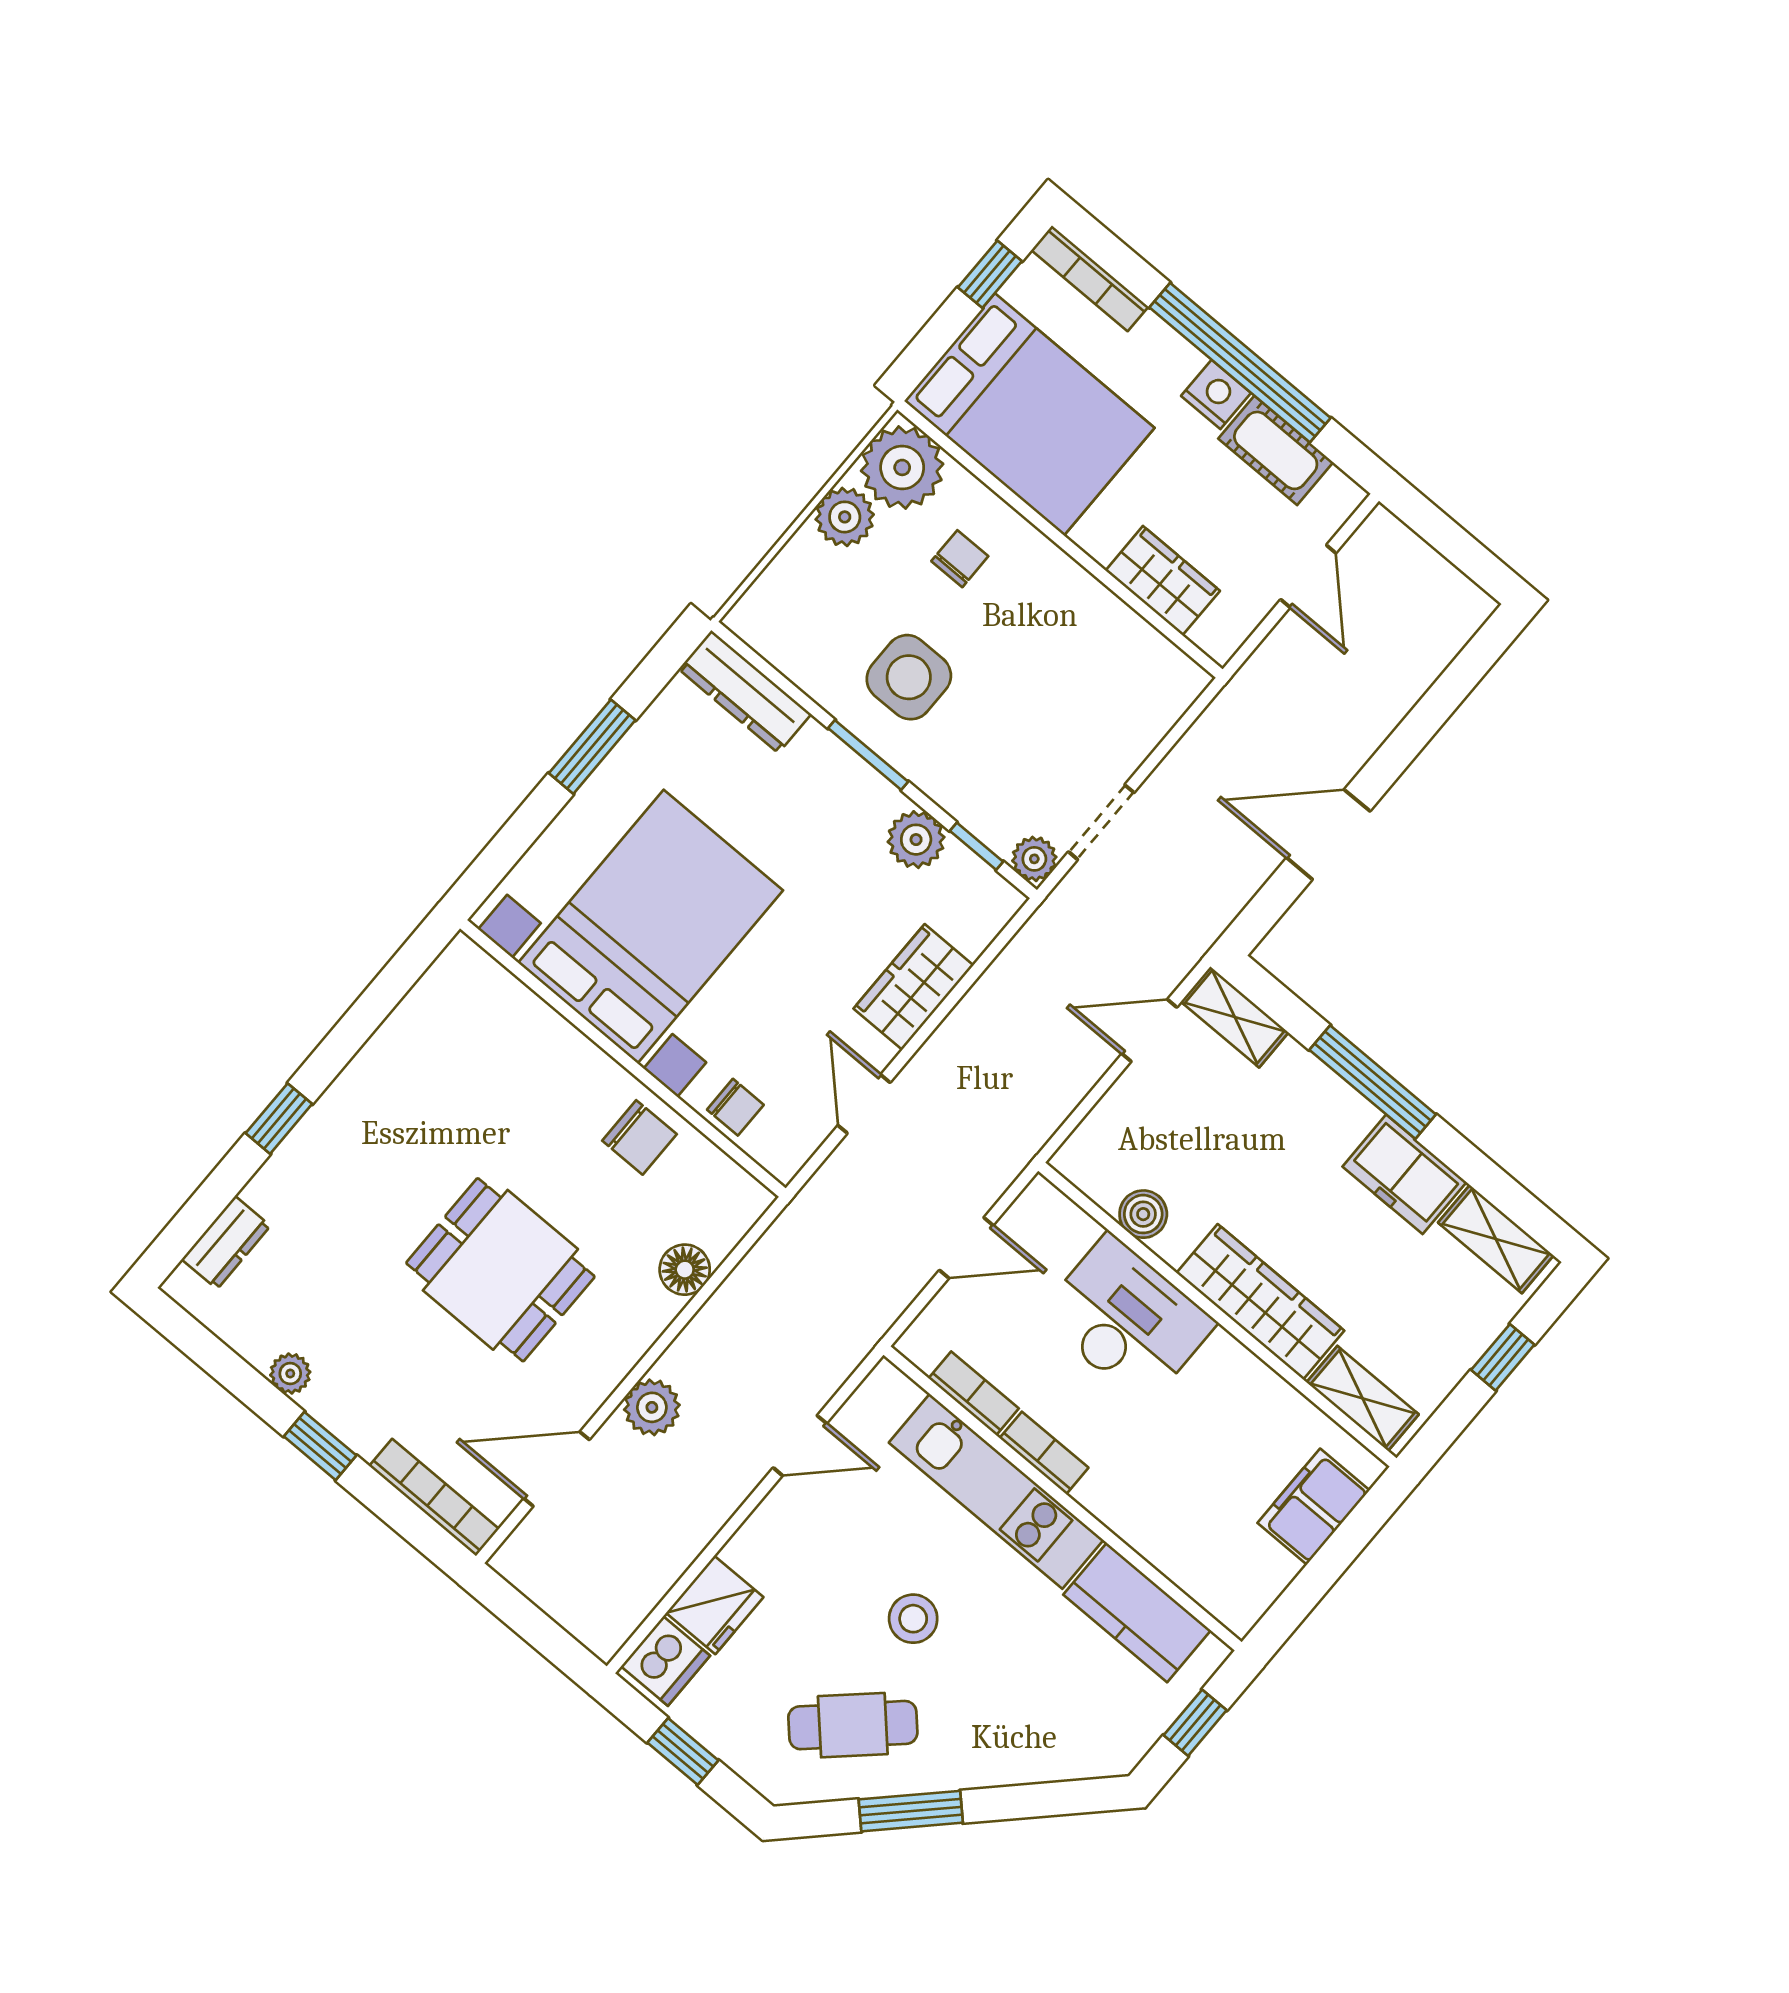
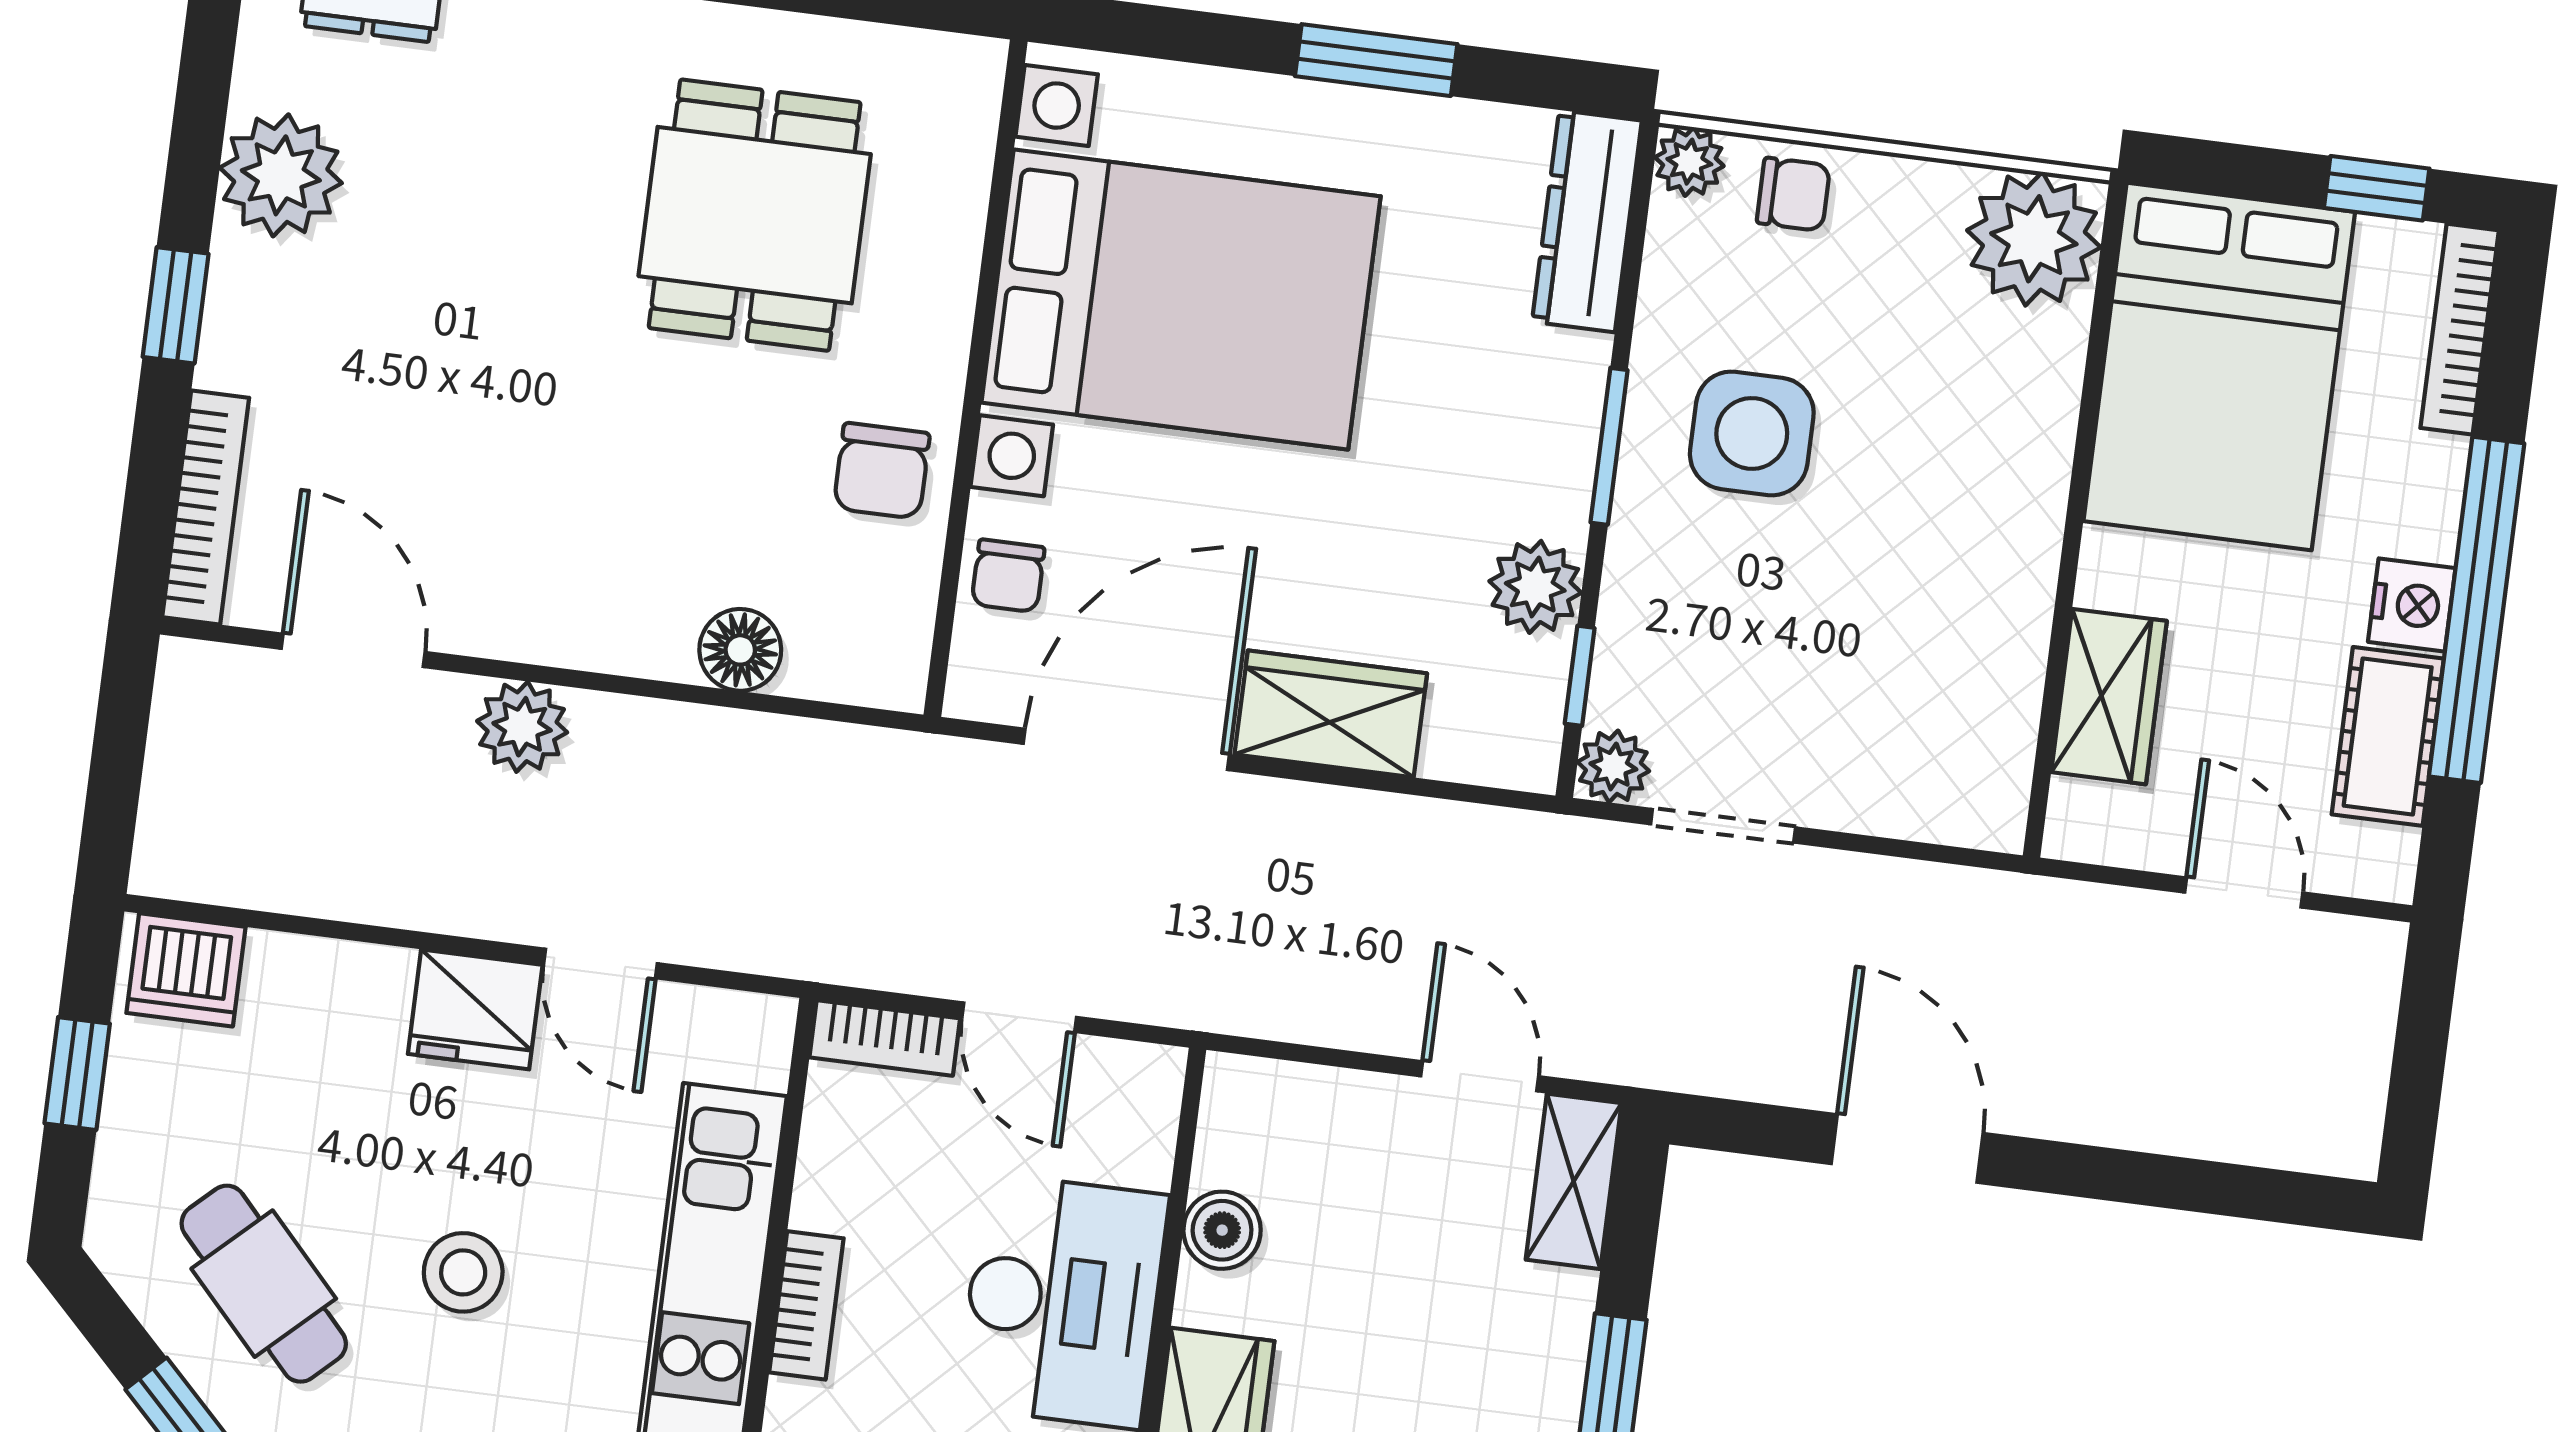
plant: (845, 517) -> (1689, 162), moved, width x0.73, depth x0.73
chair: (960, 559) -> (1793, 194), moved
door: (1308, 576) -> (2244, 893), swing flipped
door: (864, 1104) -> (1126, 749), width x1.88
dining table: (500, 1270) -> (755, 215), moved
plant: (290, 1374) -> (281, 175), width x1.87, depth x1.87
bookcase: (974, 1393) -> (885, 1038), moved, turned 90
fridge: (715, 1605) -> (475, 1009), moved

